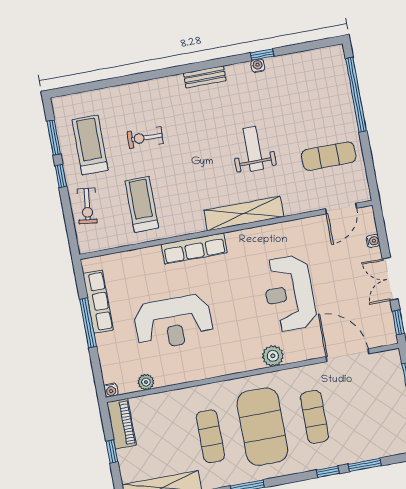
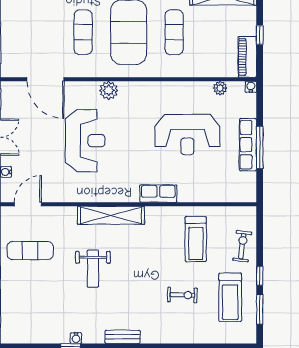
row of seats: (194, 248) -> (158, 194), width x0.68
row of seats: (98, 302) -> (248, 145), moved
reception desk: (173, 322) -> (187, 135), turned 180

